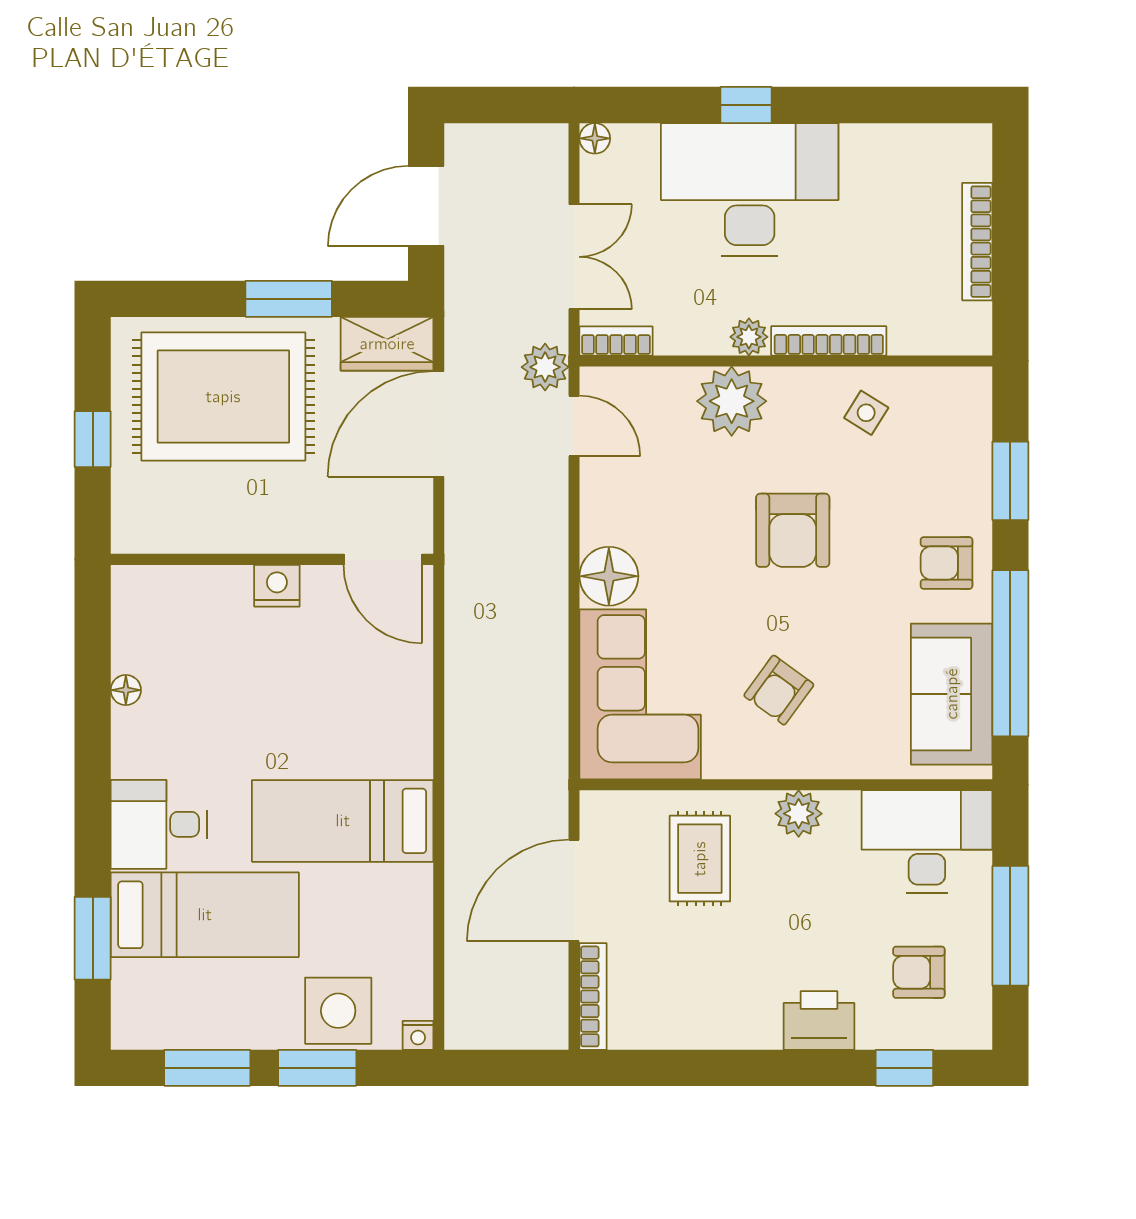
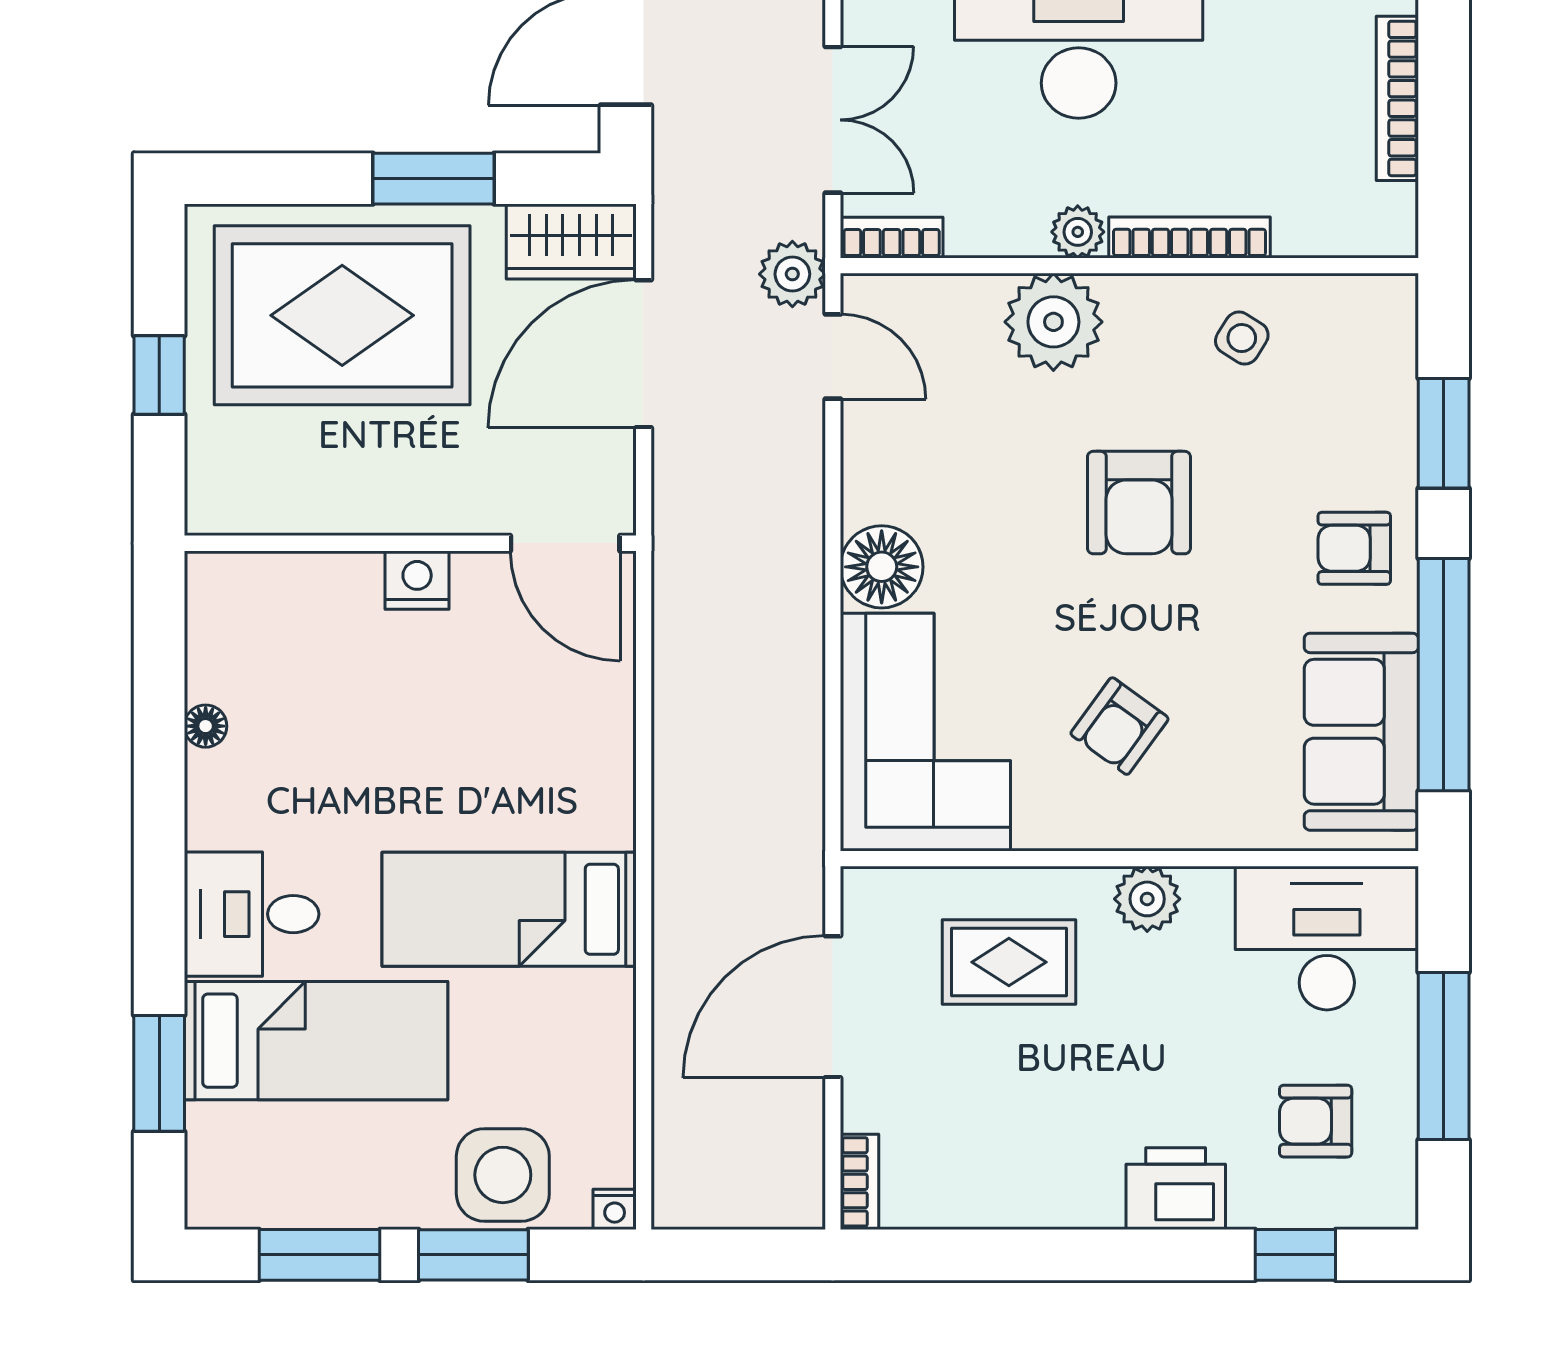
rug: (700, 859) -> (1009, 962), turned 90
bookcase: (593, 996) -> (860, 1182), width x0.64

